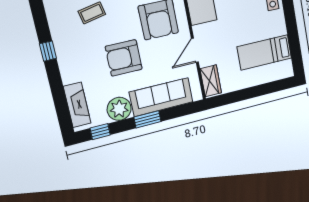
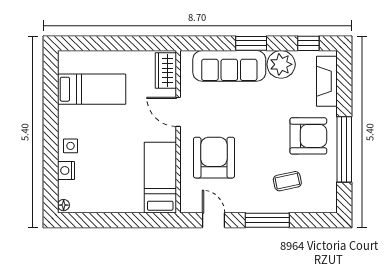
door: (195, 50) -> (178, 112), swing flipped
window: (48, 51) -> (344, 149), width x3.17
armchair: (124, 58) -> (308, 136), moved

